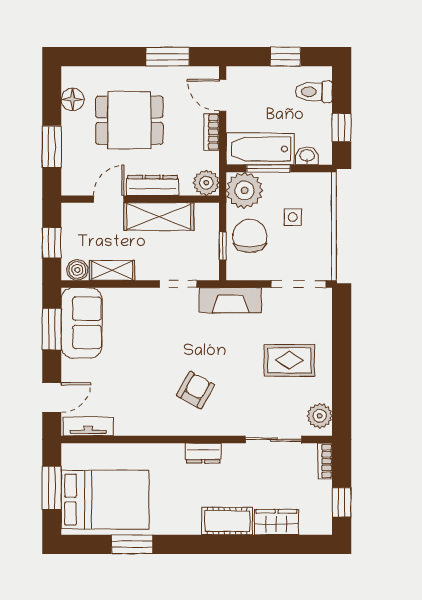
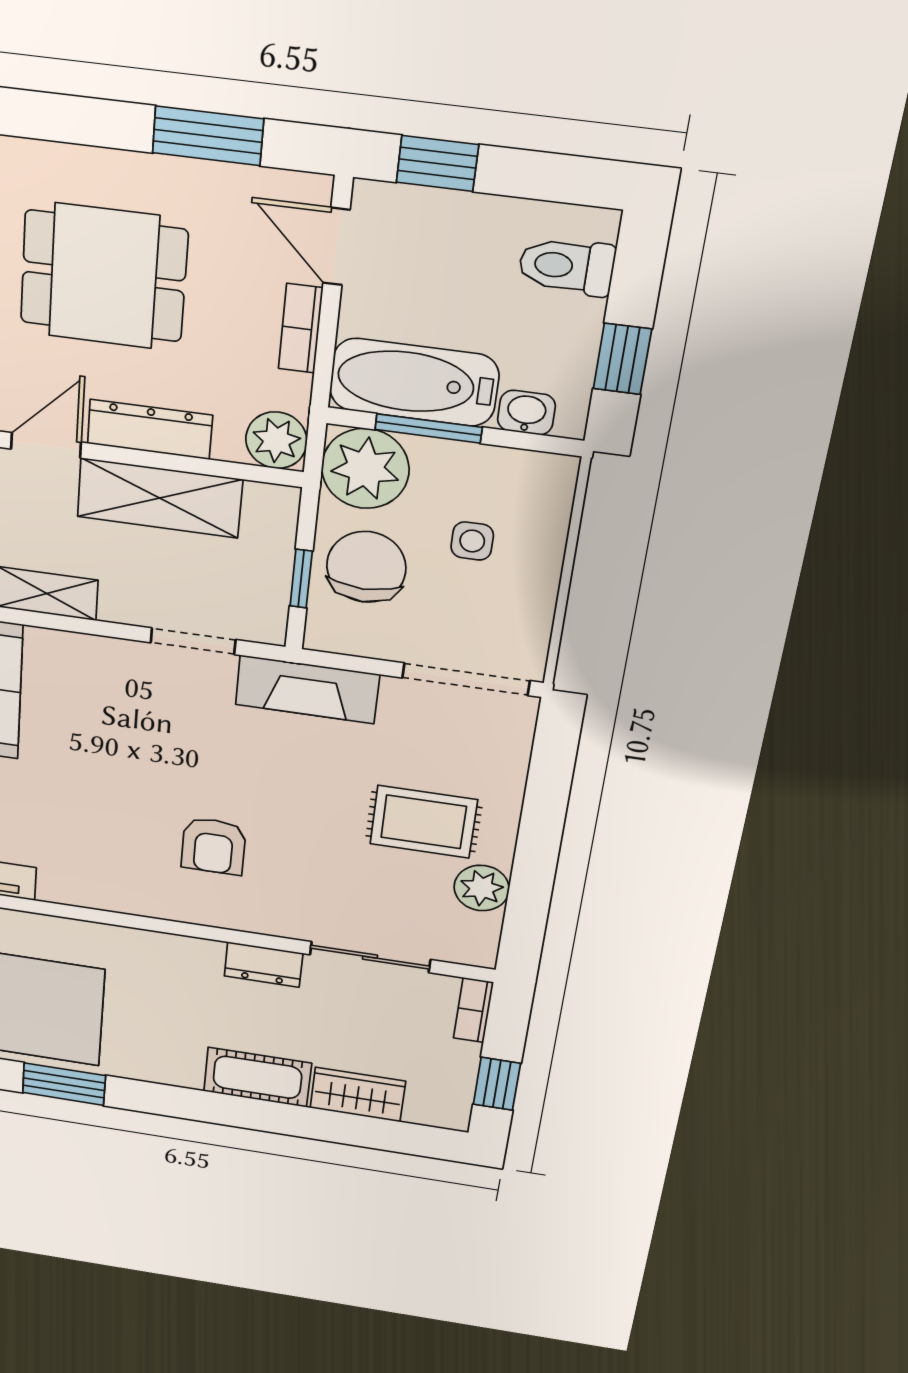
window: (285, 57) -> (437, 163), moved
armchair: (196, 390) -> (214, 846), turned 151
plant: (320, 416) -> (482, 888), moved
dresser: (203, 453) -> (263, 965), moved

